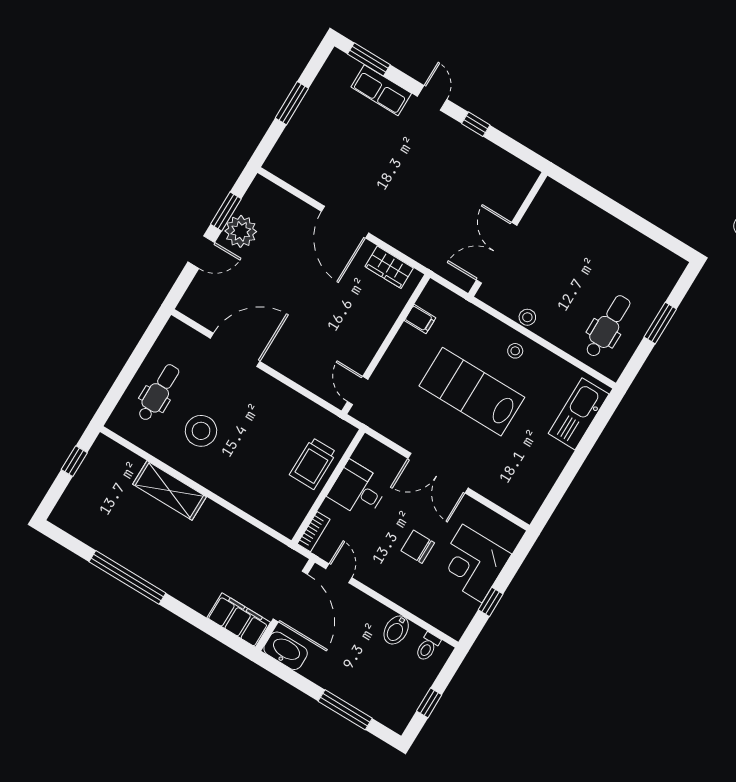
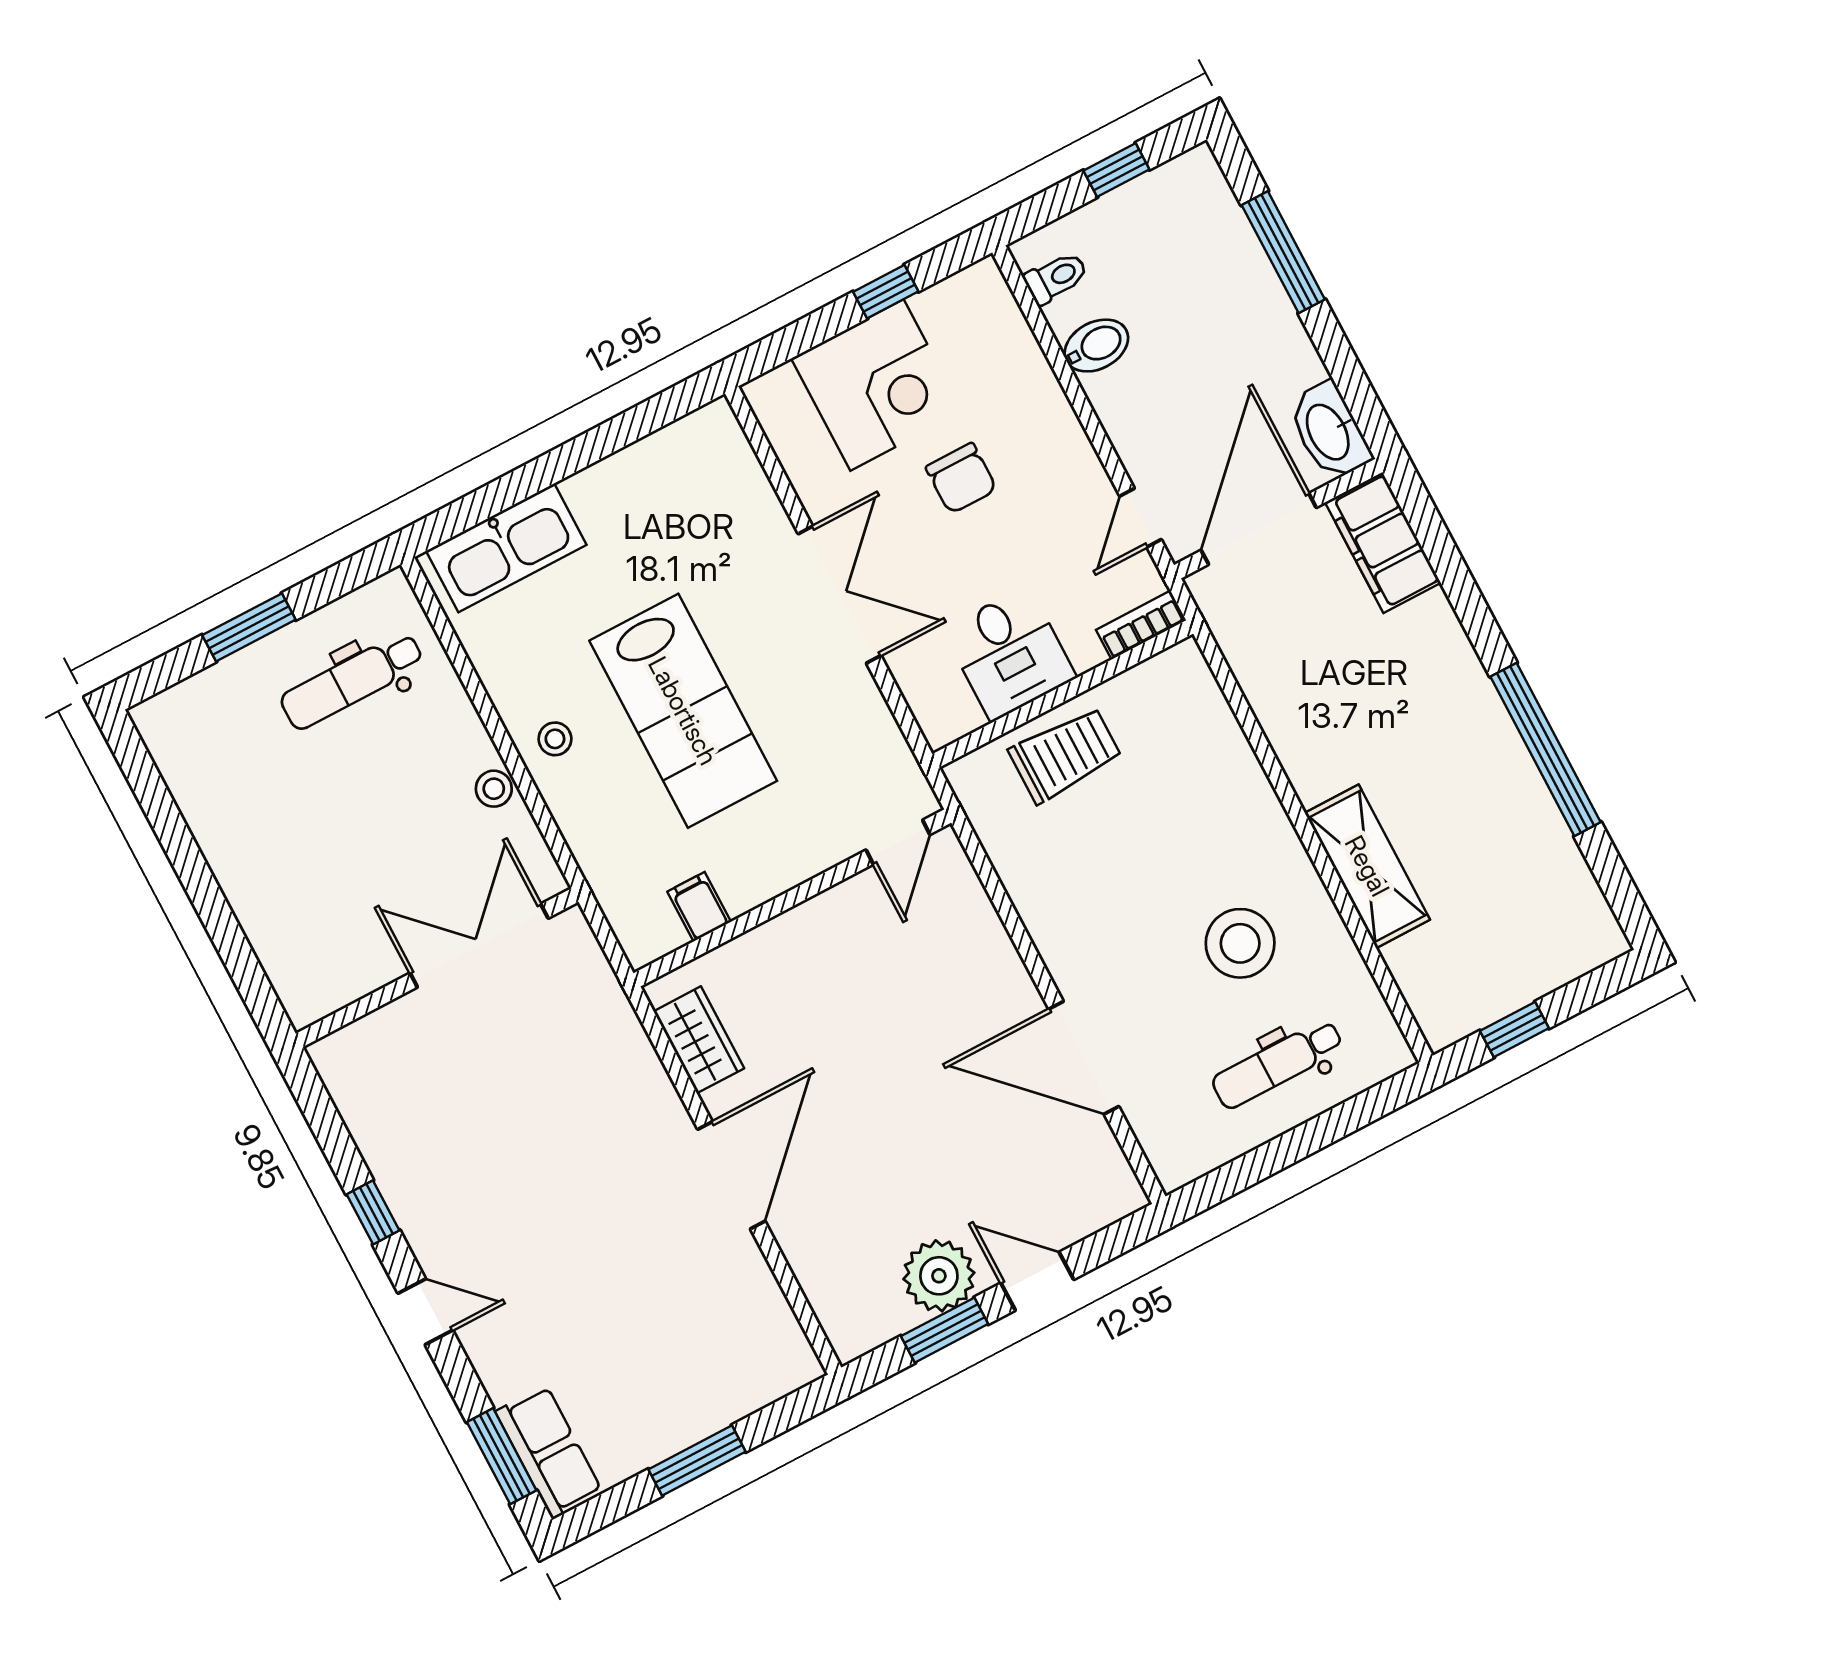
row of seats: (381, 90) -> (549, 1452), moved
door: (432, 98) -> (425, 1312), swing flipped
double door: (497, 253) -> (479, 946), swing flipped

